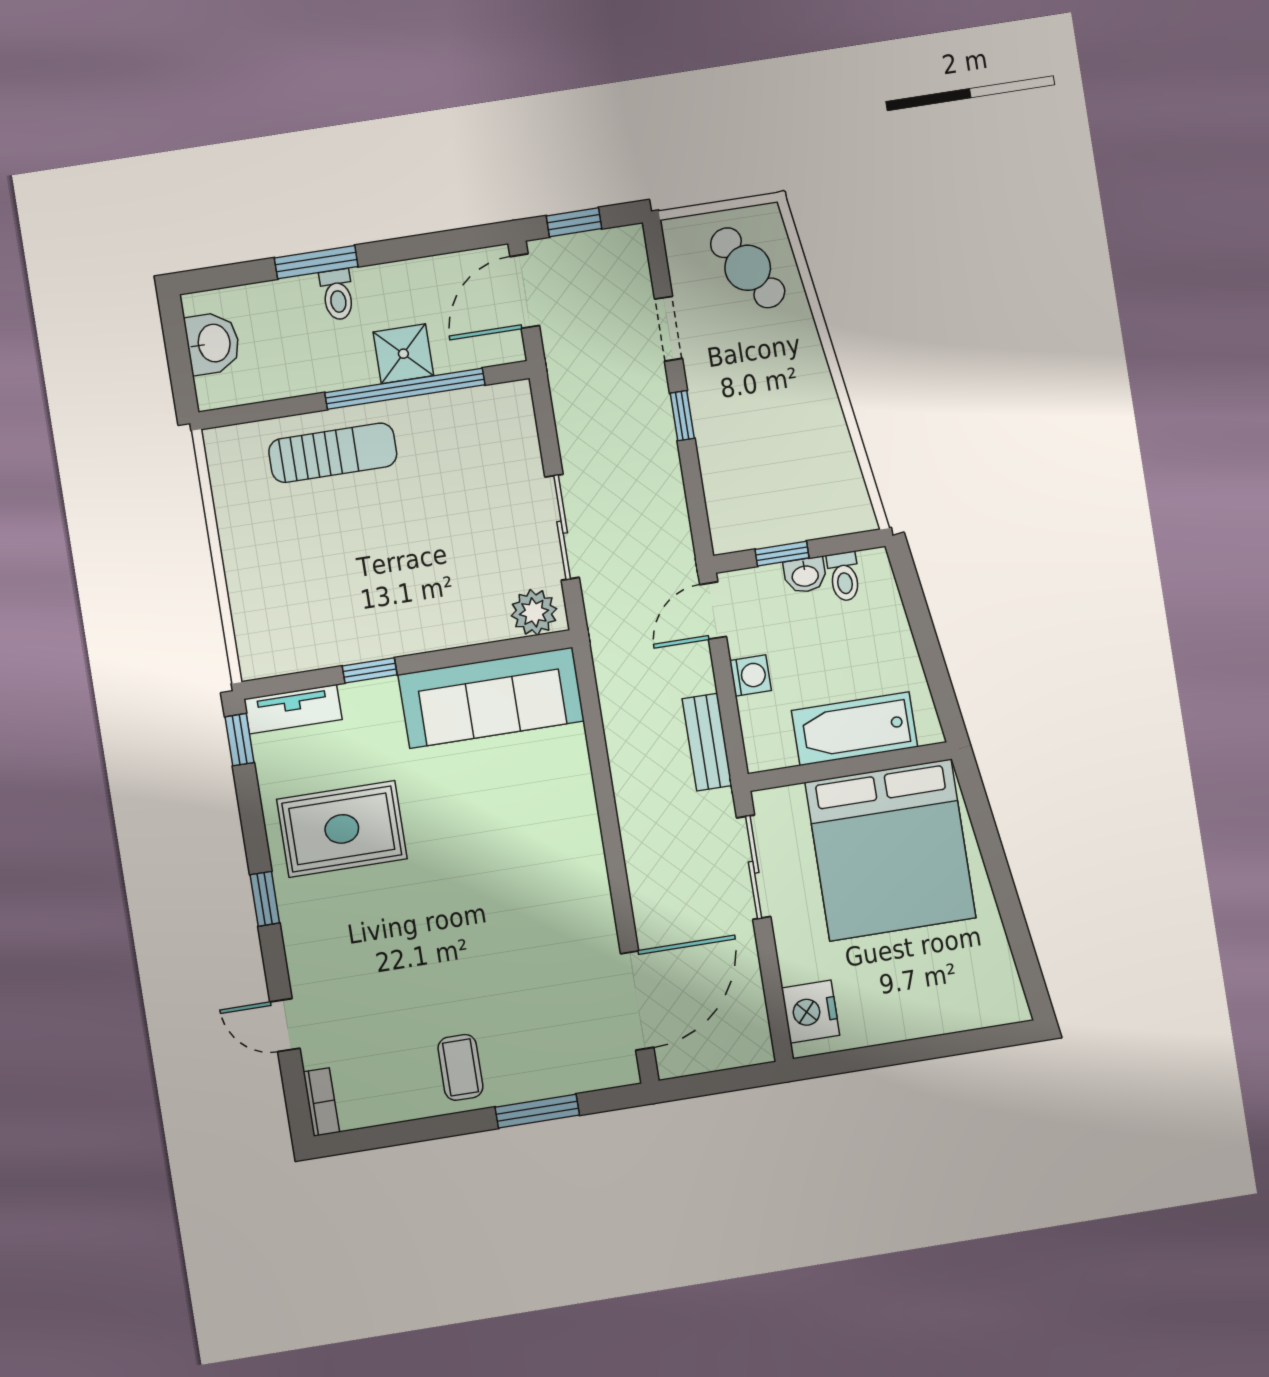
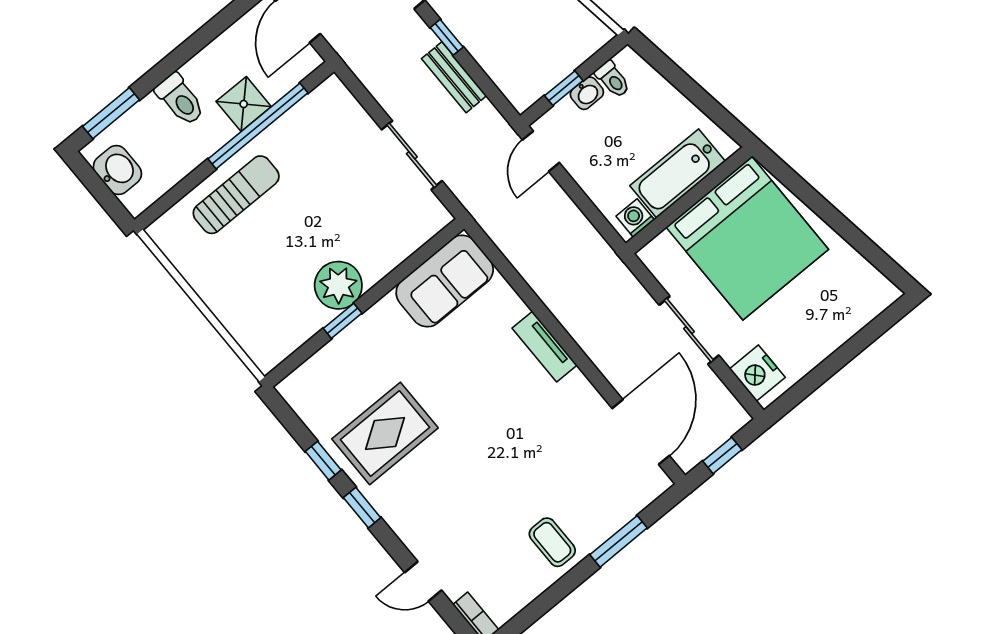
window: (316, 262) -> (111, 113), moved
toilet: (337, 295) -> (180, 99), width x1.37, depth x1.39
plant: (534, 612) -> (338, 285), moved, width x1.36, depth x1.36
washing machine: (750, 676) -> (635, 218), moved, turned -90
sofa: (491, 698) -> (445, 281), width x0.73
tv unit: (293, 709) -> (545, 347), moved, turned 90
window: (239, 740) -> (323, 461), moved
bench: (707, 742) -> (454, 77), moved
sliding door: (754, 867) -> (689, 330), moved
window: (715, 1083) -> (722, 455), added

